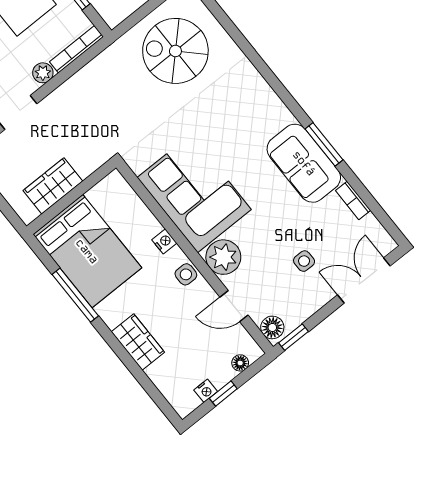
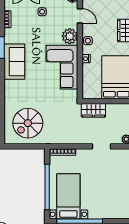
spiral stairs: (175, 51) -> (28, 123), turned 90
plant: (43, 73) -> (81, 153), removed
sofa: (304, 163) -> (14, 62), moved
wardrobe: (53, 186) -> (93, 110), moved

